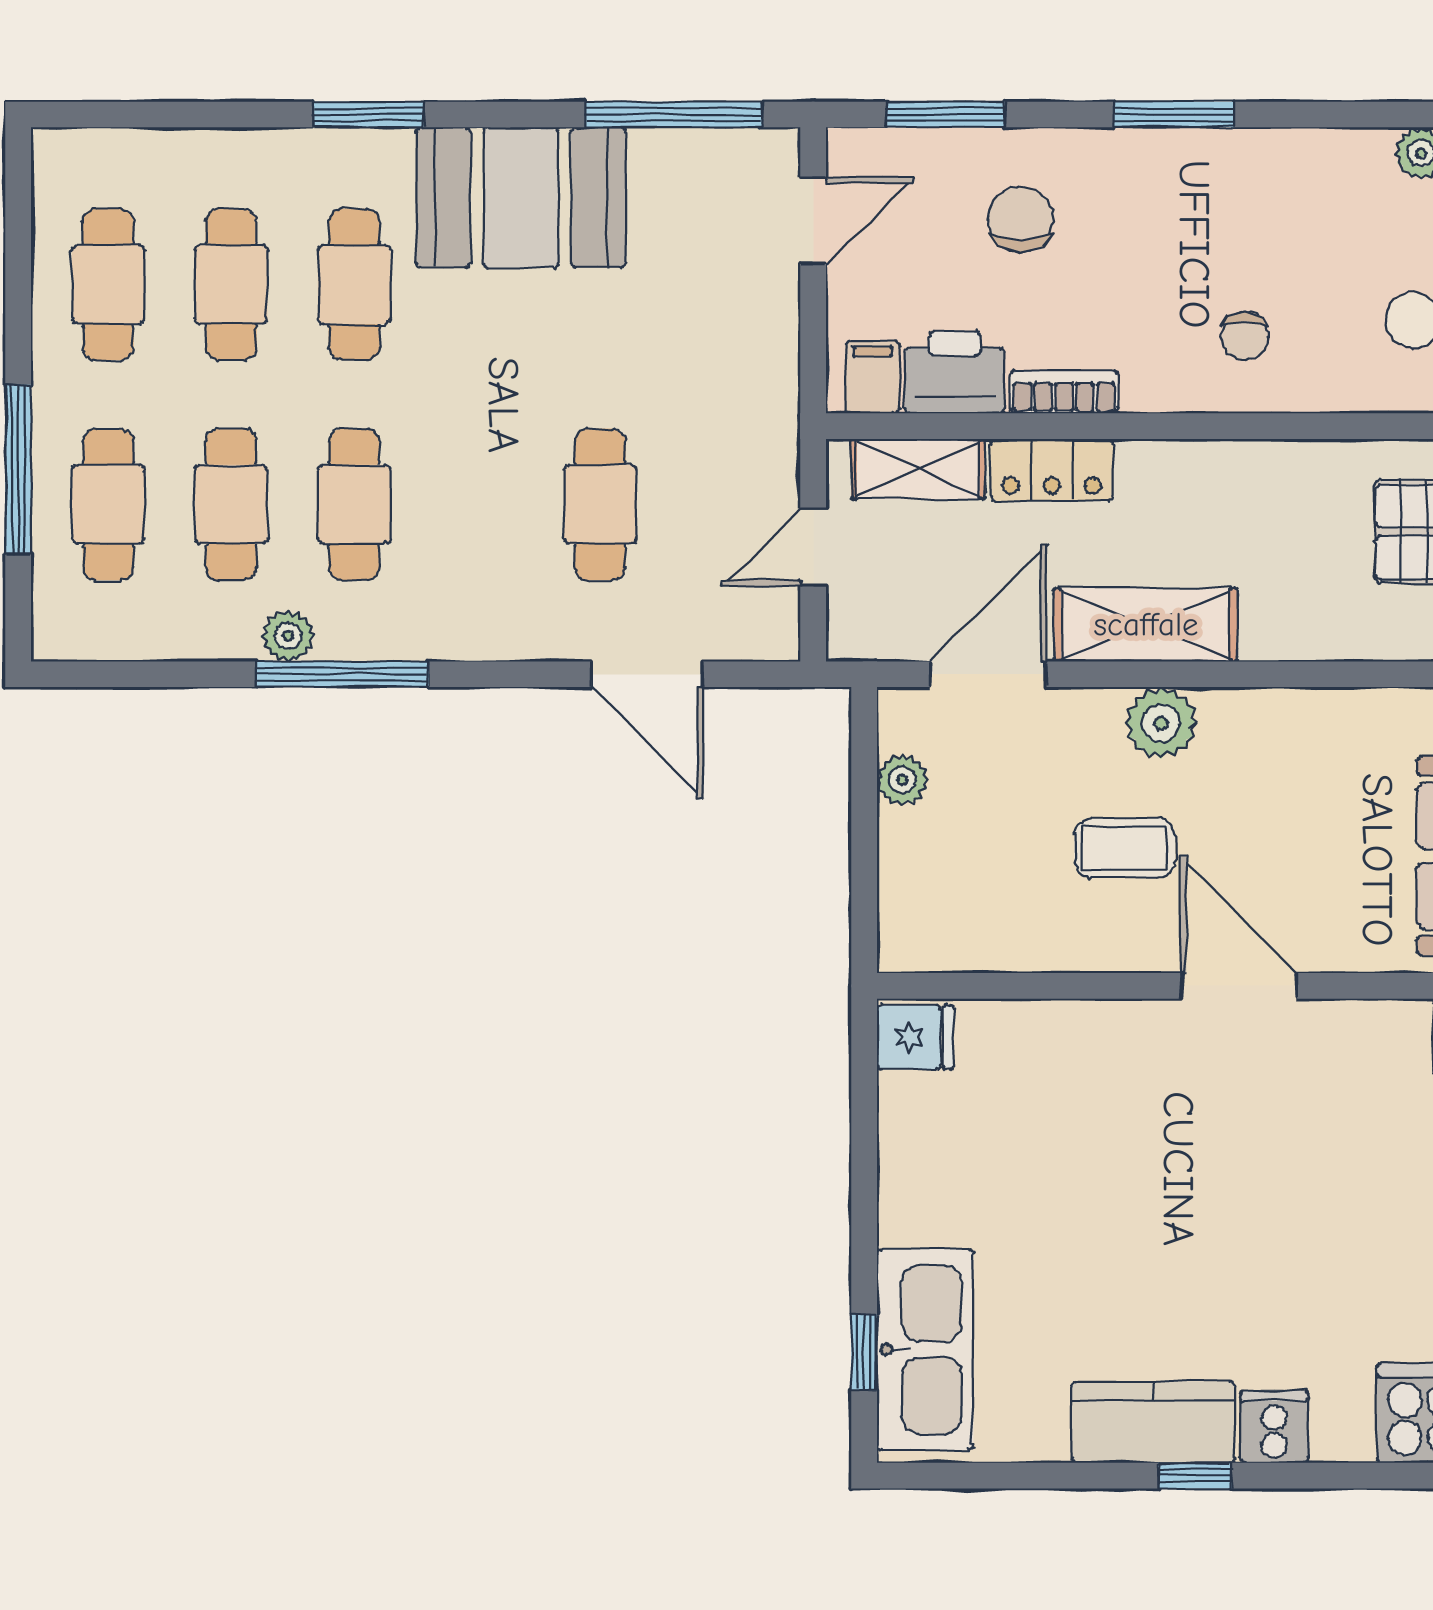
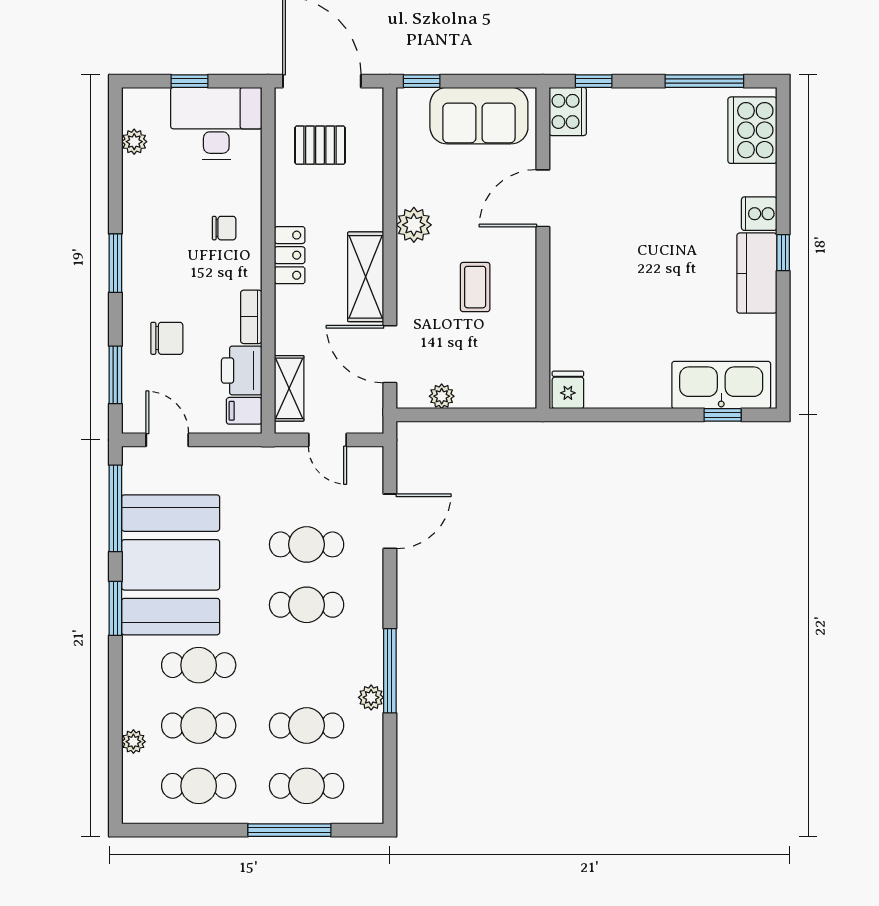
window: (368, 115) -> (115, 608), moved
plant: (198, 152) -> (133, 742), added
booth: (521, 198) -> (171, 565), width x1.36, depth x1.42
chair: (1020, 219) -> (167, 338), turned 180
locker: (1052, 470) -> (290, 255), moved
cafe table: (354, 504) -> (307, 605), moved
plant: (1161, 723) -> (414, 225), moved
door: (1239, 986) -> (543, 198), moved

